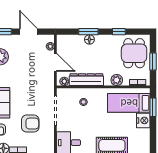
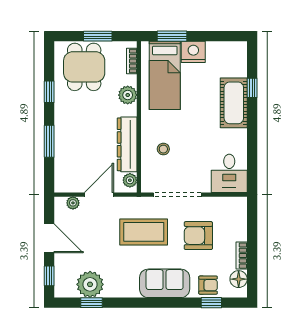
door: (28, 32) -> (49, 238), swing flipped
floor lamp: (89, 39) -> (62, 139), removed
dining table: (134, 53) -> (84, 67), turned 90
coffee table: (32, 90) -> (144, 232), added
armchair: (30, 124) -> (198, 236), turned -90

